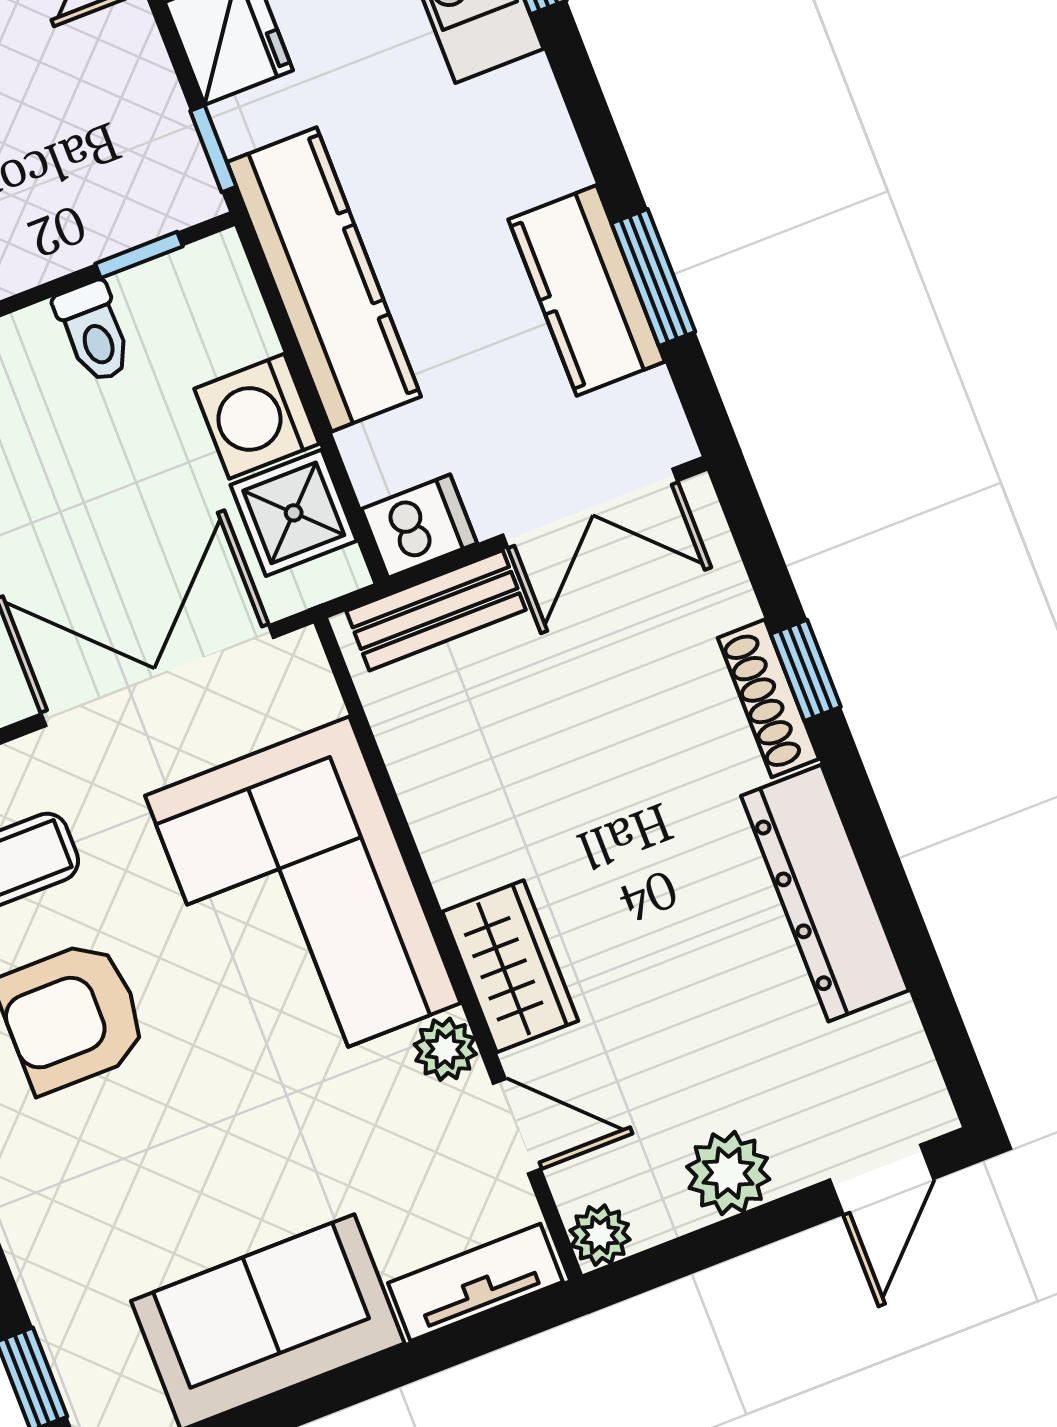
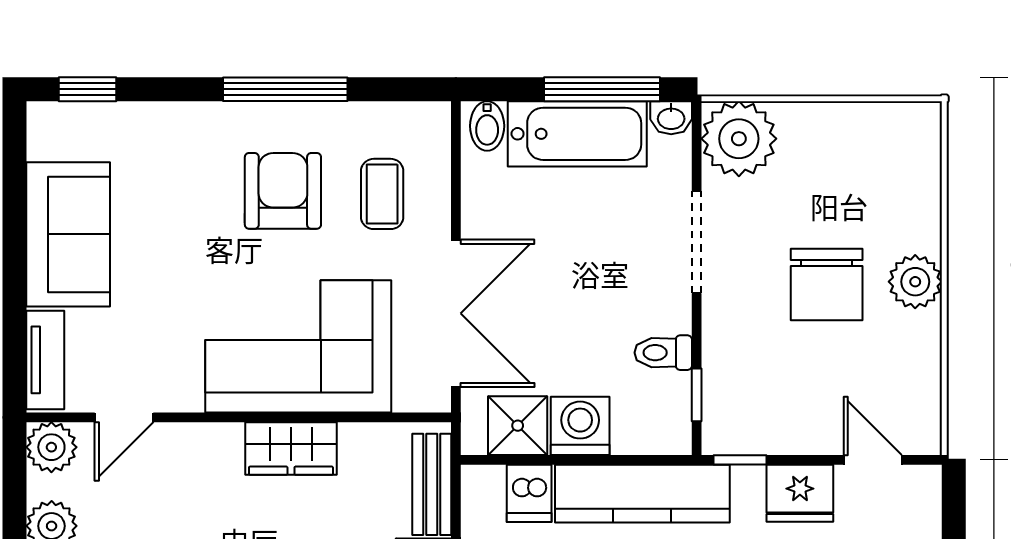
dishwasher: (419, 526) -> (529, 493), moved
wardrobe: (510, 966) -> (291, 448), moved
plant: (445, 1049) -> (183, 394), removed
plant: (600, 1235) -> (51, 447), width x1.38, depth x1.38

